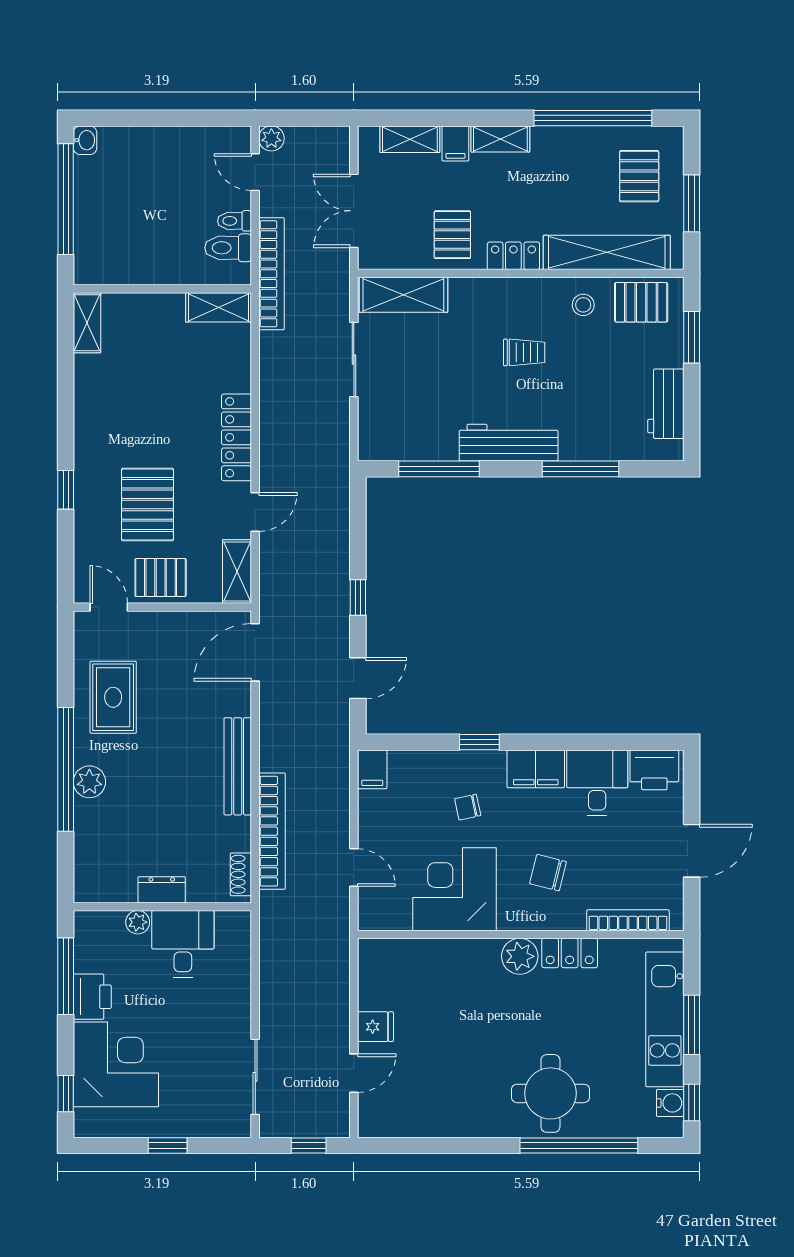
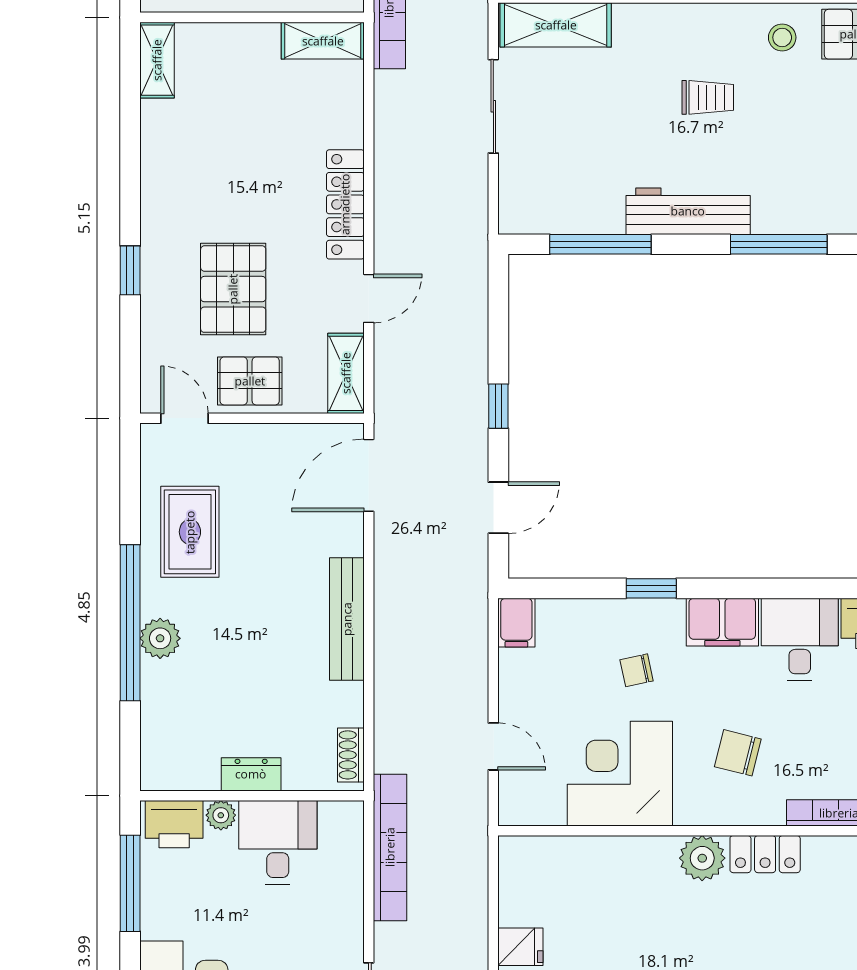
bookcase: (272, 831) -> (390, 847), moved
printer: (92, 997) -> (174, 824), moved, turned 90

